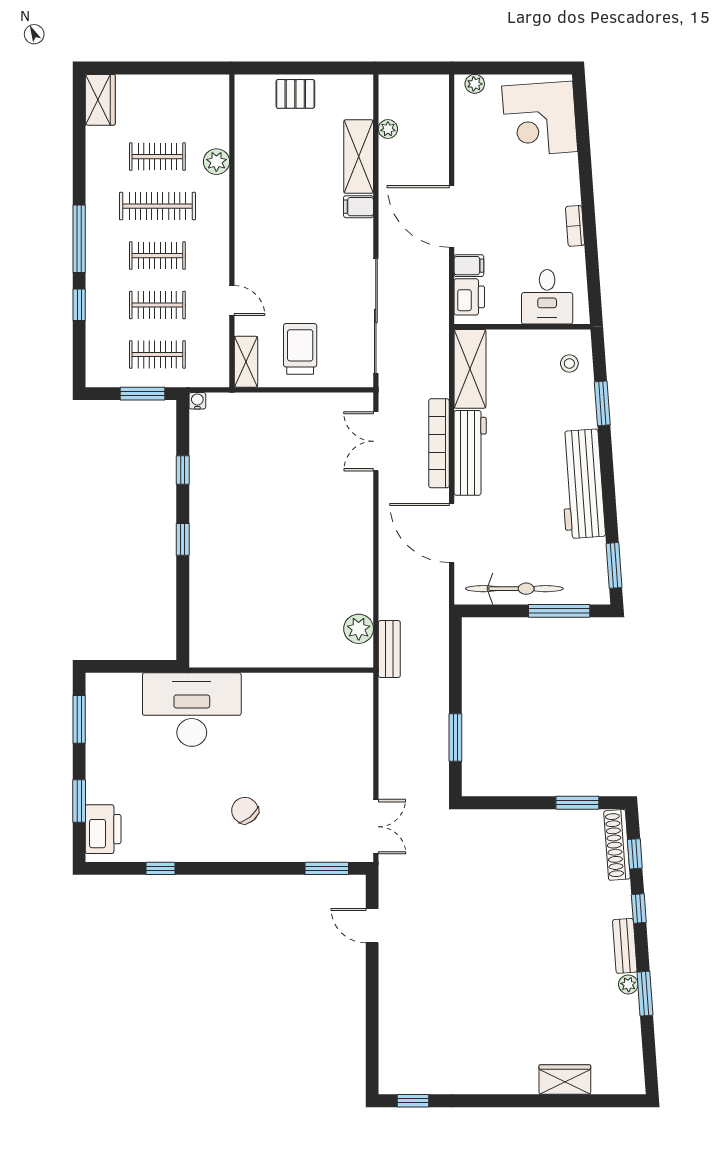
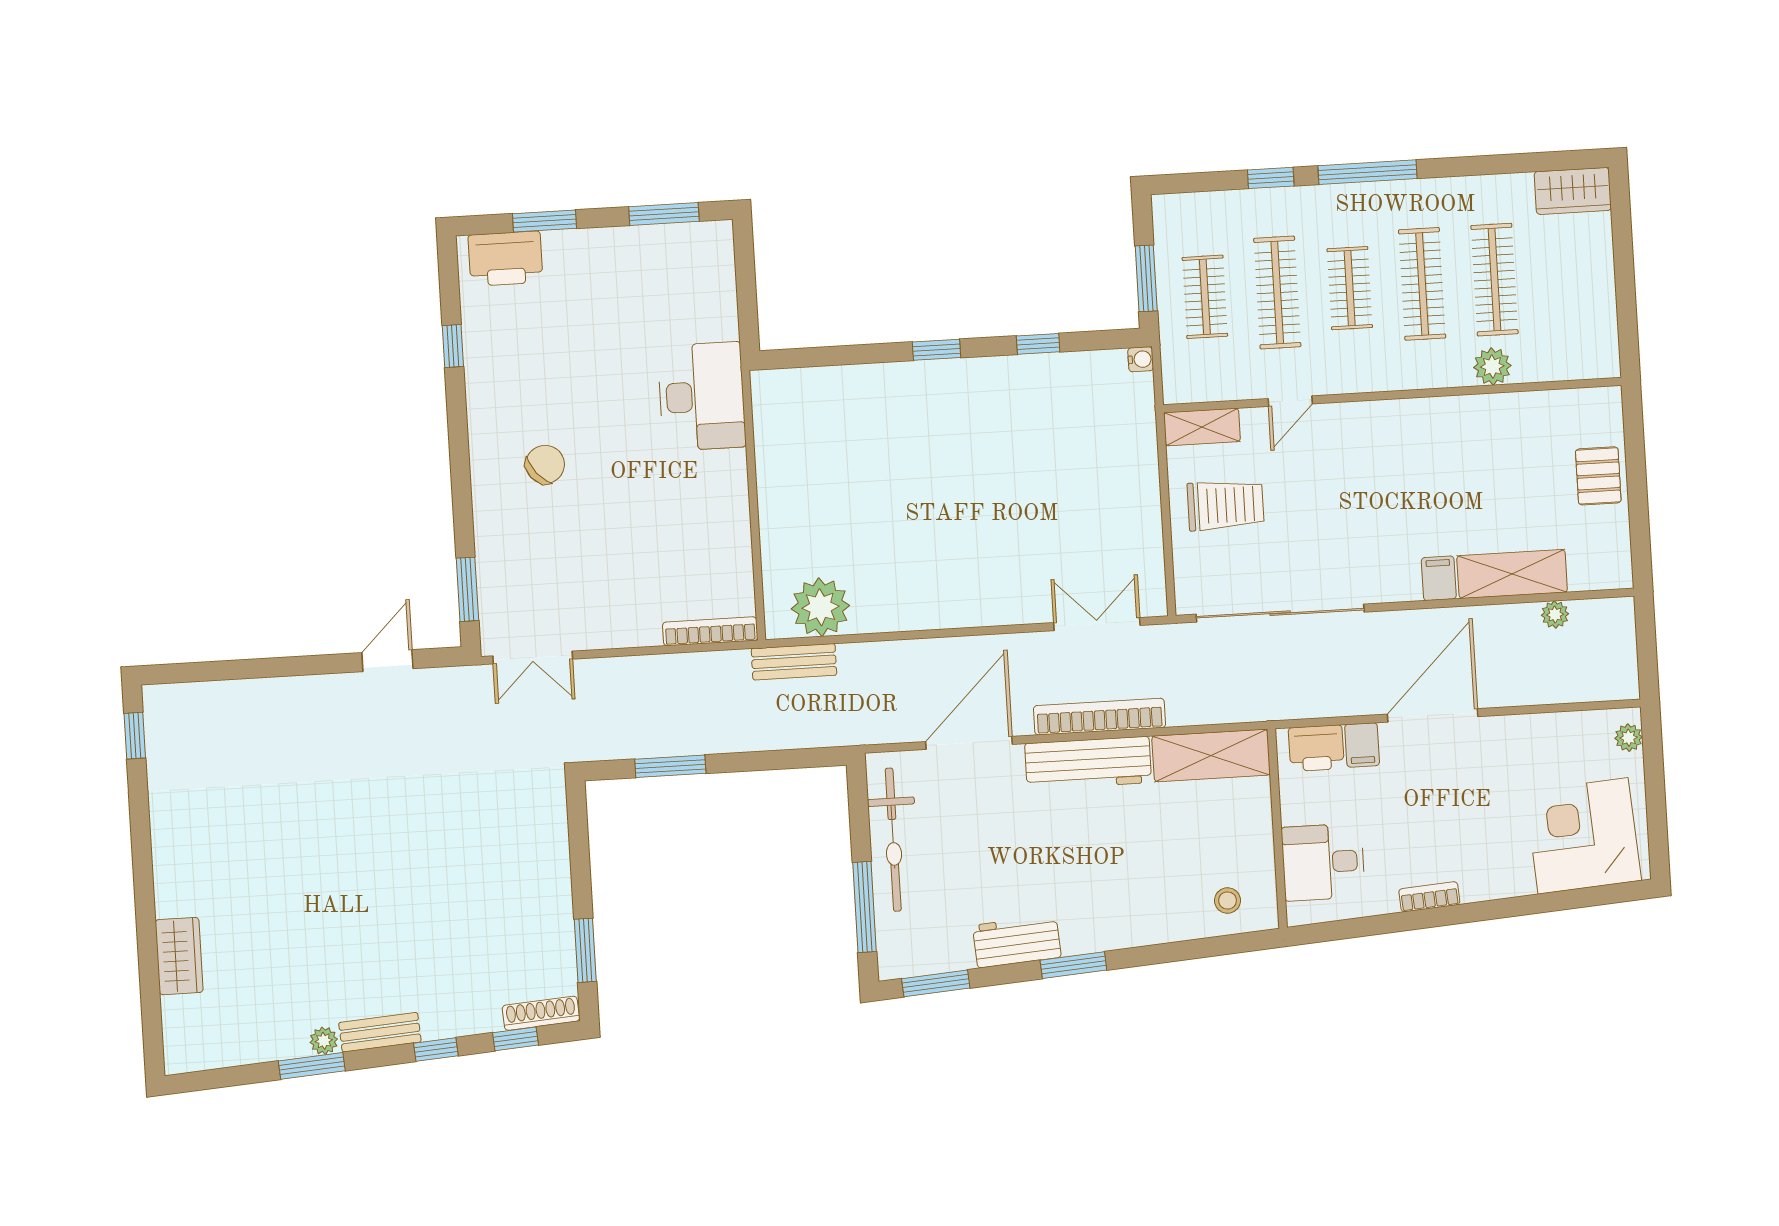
clothes rail: (157, 157) -> (1495, 280), width x1.36
clothes rail: (157, 305) -> (1277, 292), width x1.36
window: (602, 403) -> (1073, 965), moved
workbench: (582, 484) -> (1017, 941), width x0.53, depth x0.76
plant: (359, 629) -> (820, 607), width x1.36, depth x1.36
bookcase: (365, 705) -> (710, 631), added
desk: (192, 710) -> (702, 396), width x0.73, depth x0.77
shoe rack: (617, 845) -> (541, 1013), width x0.74, depth x0.81

